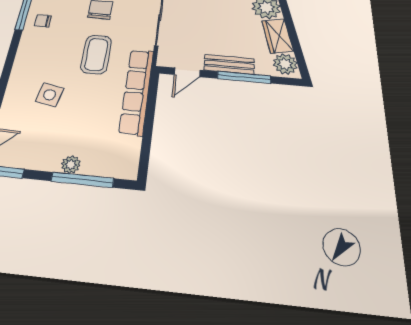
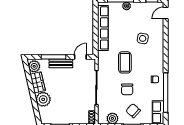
row of seats: (137, 91) -> (103, 28), moved

